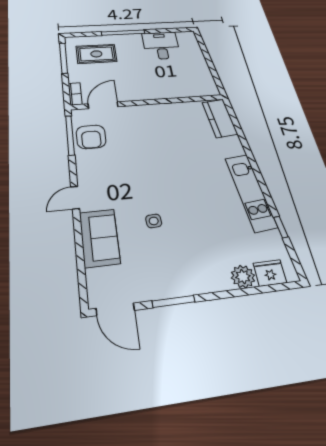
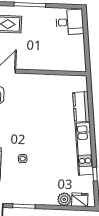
desk: (161, 46) -> (70, 22), moved, turned 84
kitchen counter: (220, 118) -> (81, 107), moved

